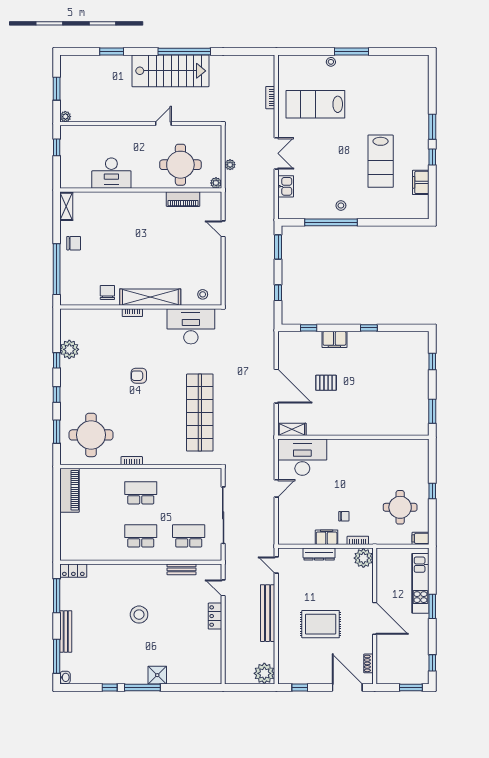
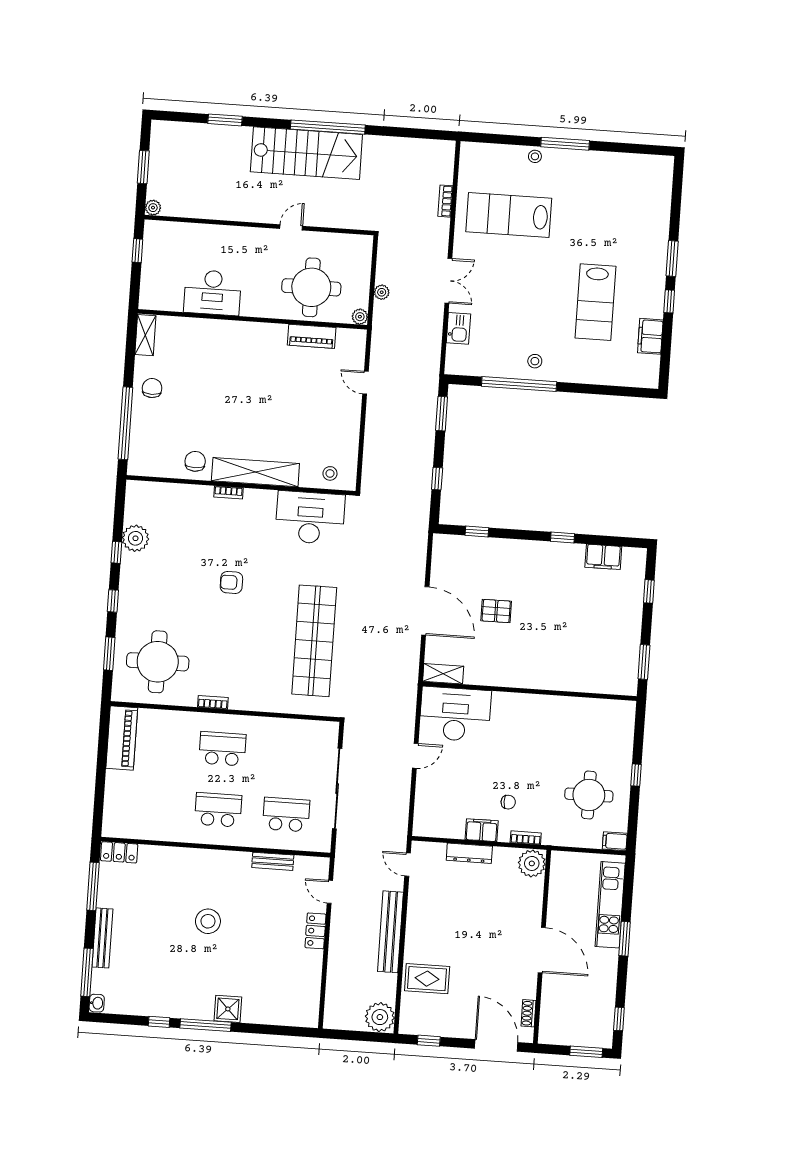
chair: (74, 243) -> (152, 388), turned -90
filing cabinet: (334, 339) -> (603, 557), moved
rug: (321, 624) -> (427, 979), moved, width x0.73, depth x0.70

